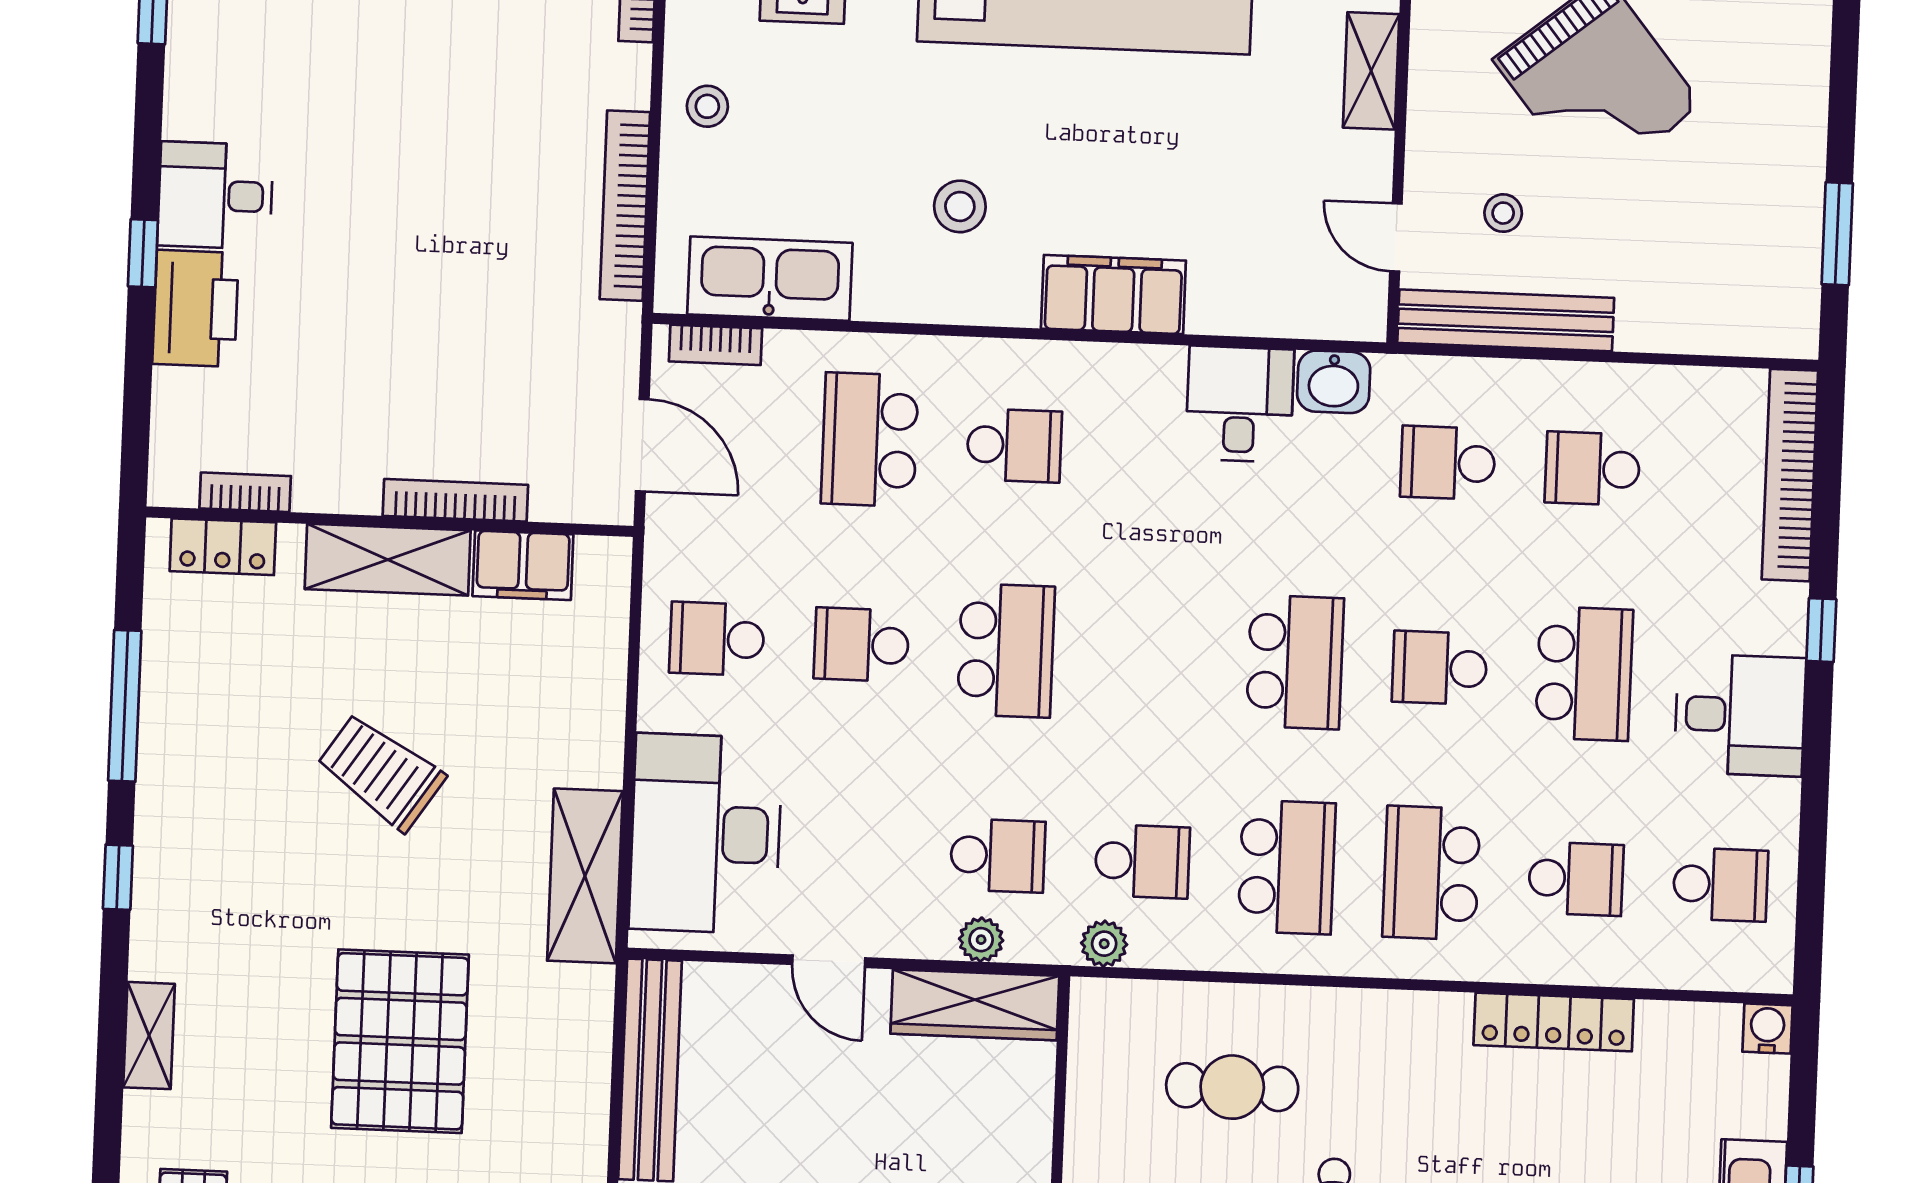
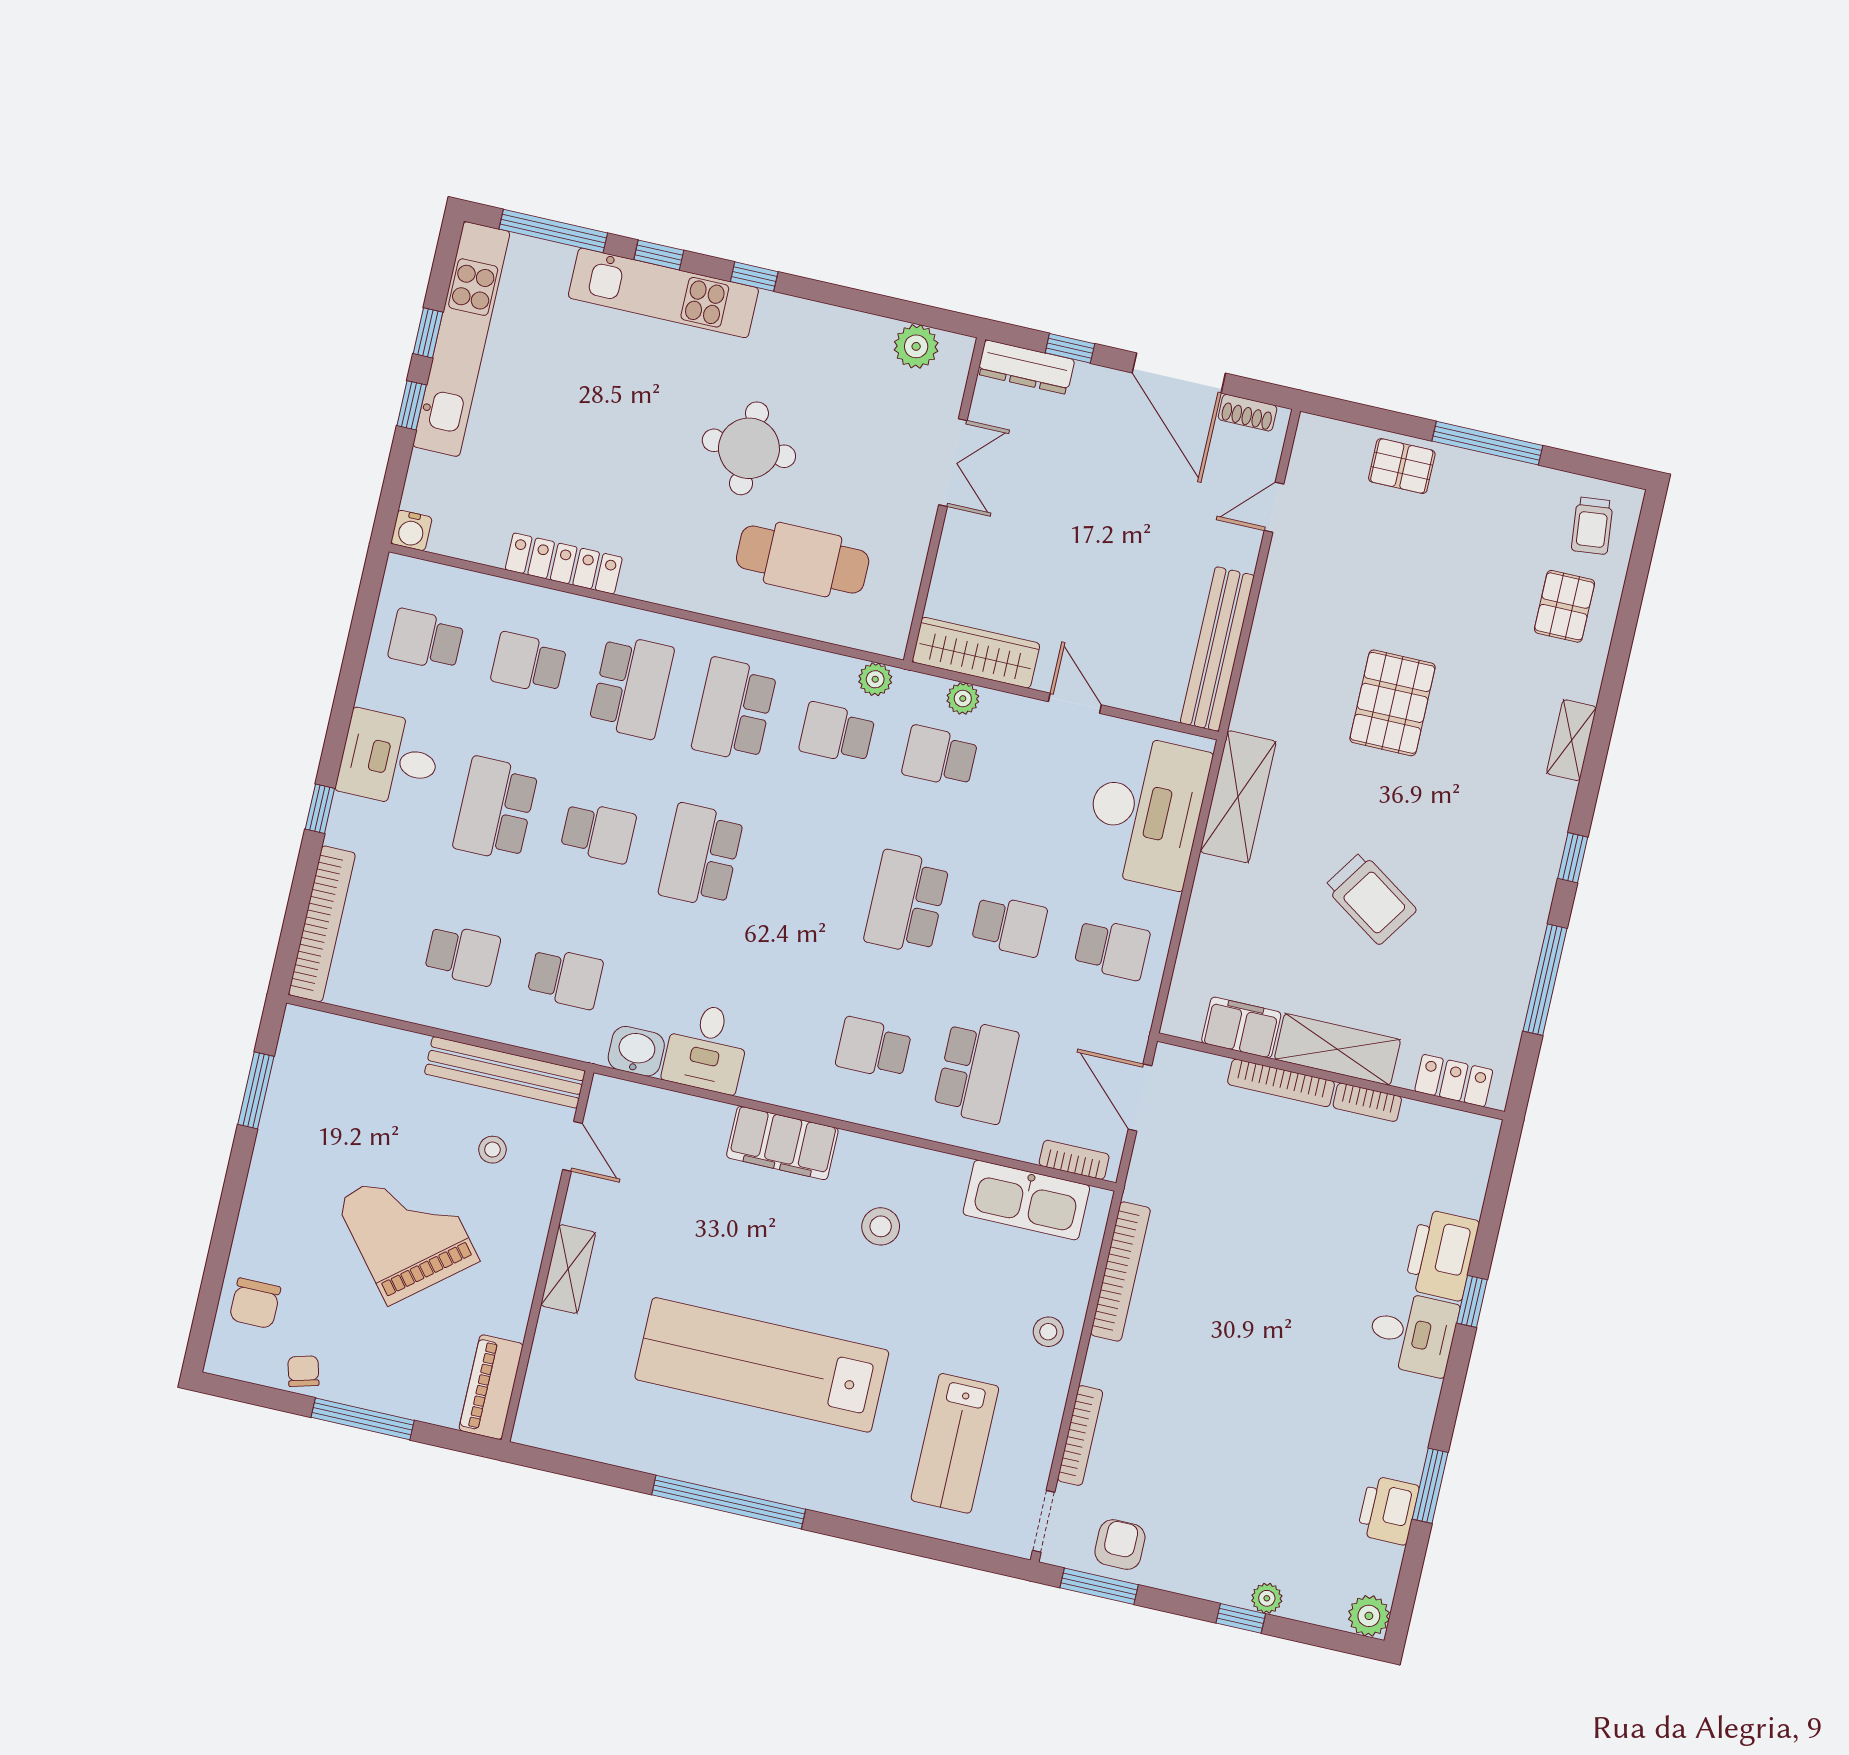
bookcase: (245, 492) -> (1367, 1102), moved
pallet: (400, 1041) -> (1393, 703), width x0.73, depth x0.71
cafe table: (1232, 1087) -> (803, 560), width x1.37, depth x1.35

